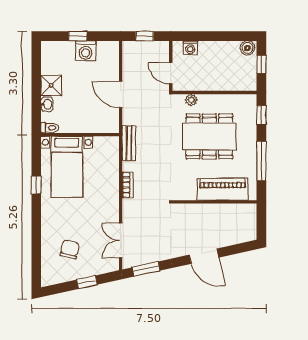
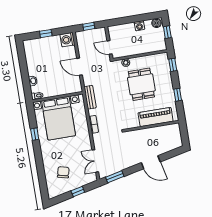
washing machine: (190, 48) -> (139, 26), moved
washing machine: (86, 51) -> (67, 40), moved, turned 90
shower: (51, 85) -> (34, 68), removed
dining table: (209, 136) -> (141, 84), width x0.73
window: (261, 161) -> (178, 95), width x0.46
bed with nightstands: (67, 167) -> (59, 118), width x1.36

